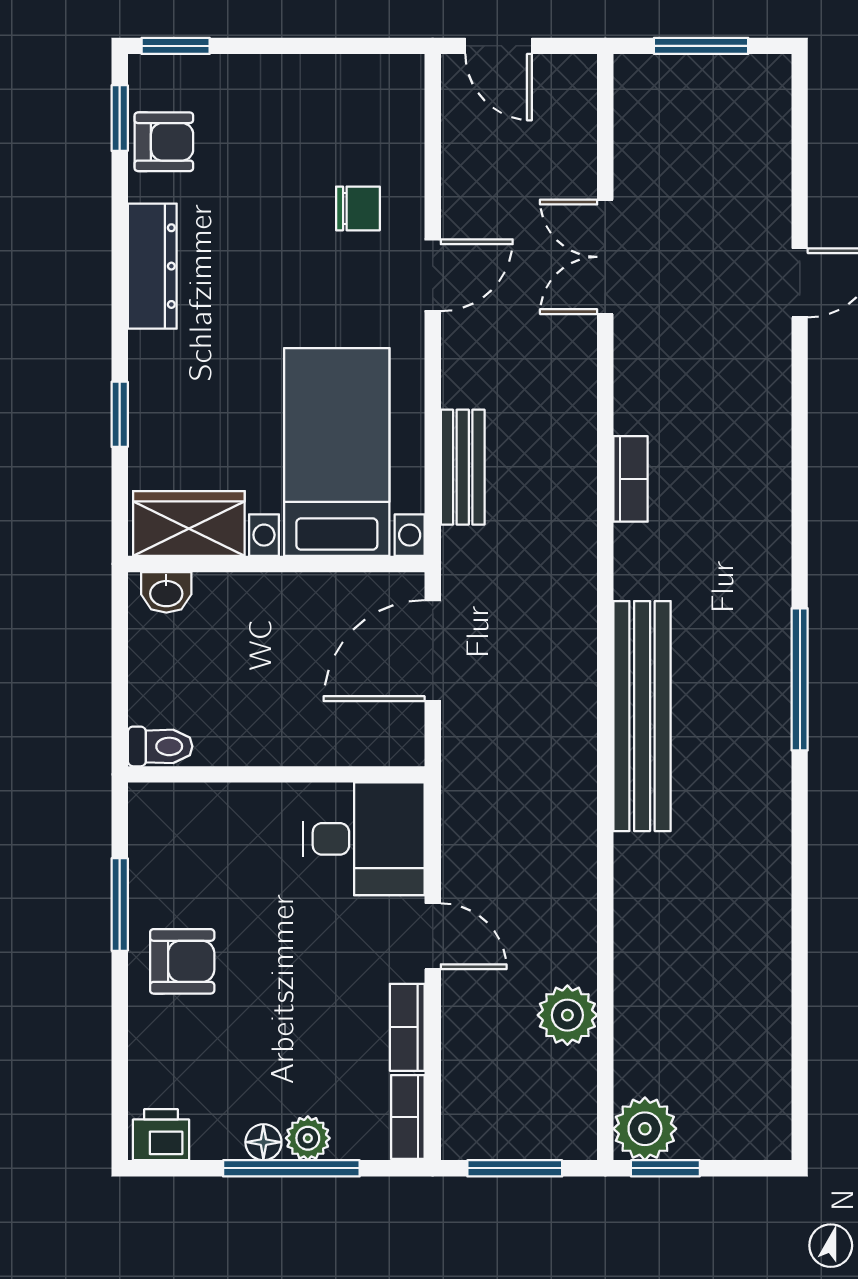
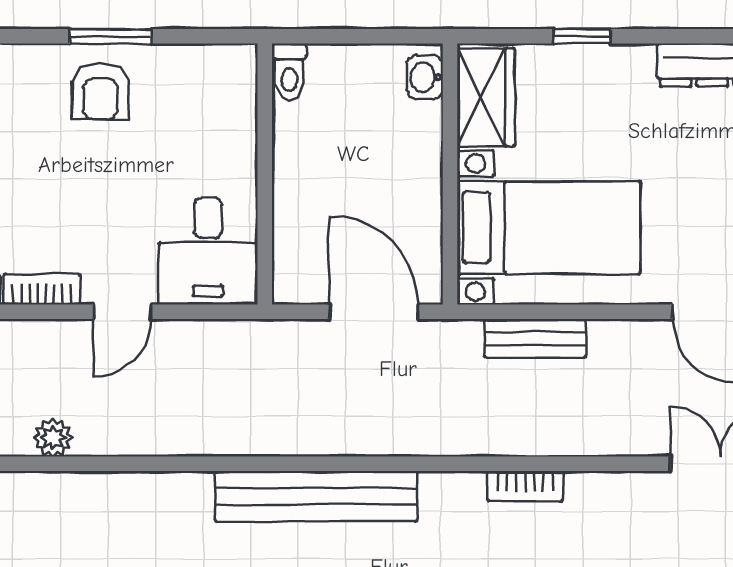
window: (120, 904) -> (110, 36), moved
plant: (567, 1015) -> (53, 438), width x0.73, depth x0.73

